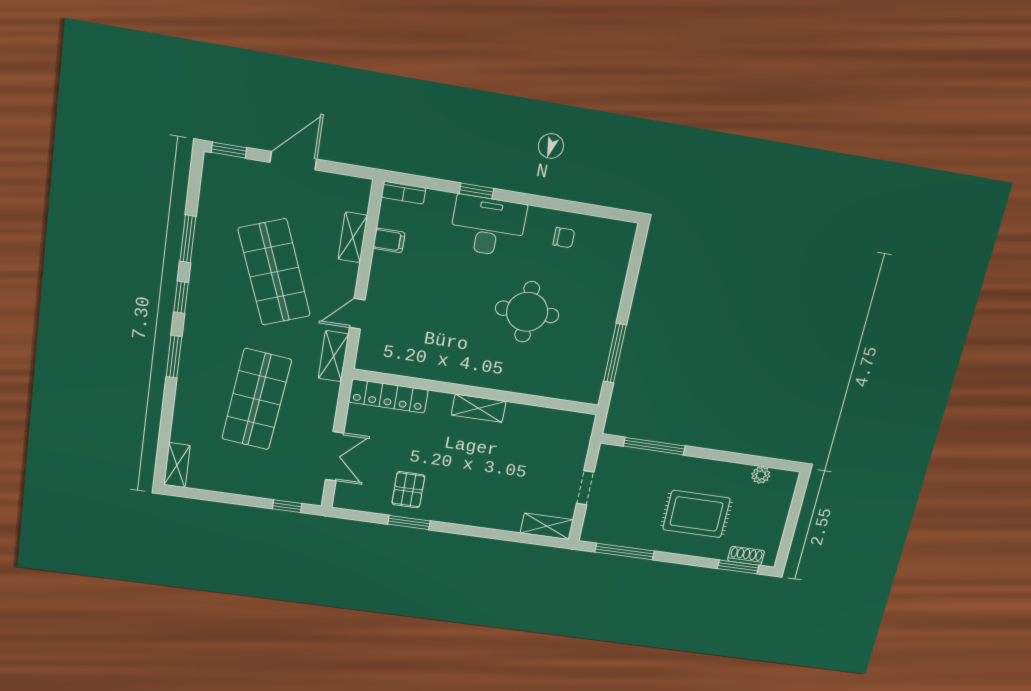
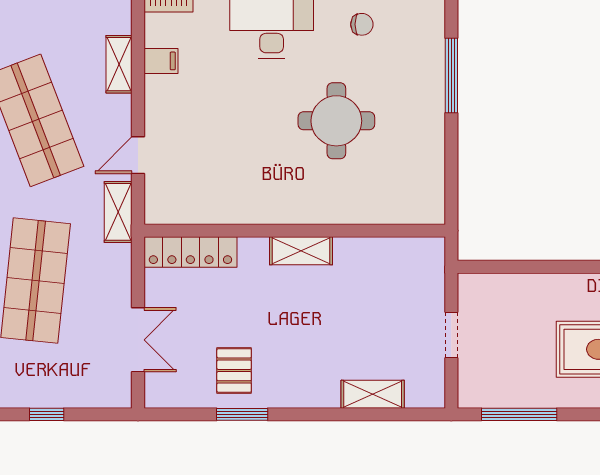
window: (615, 353) -> (451, 76), moved
window: (654, 446) -> (525, 267), removed
window: (287, 506) -> (47, 414), moved
shelving: (547, 526) -> (373, 394), moved

